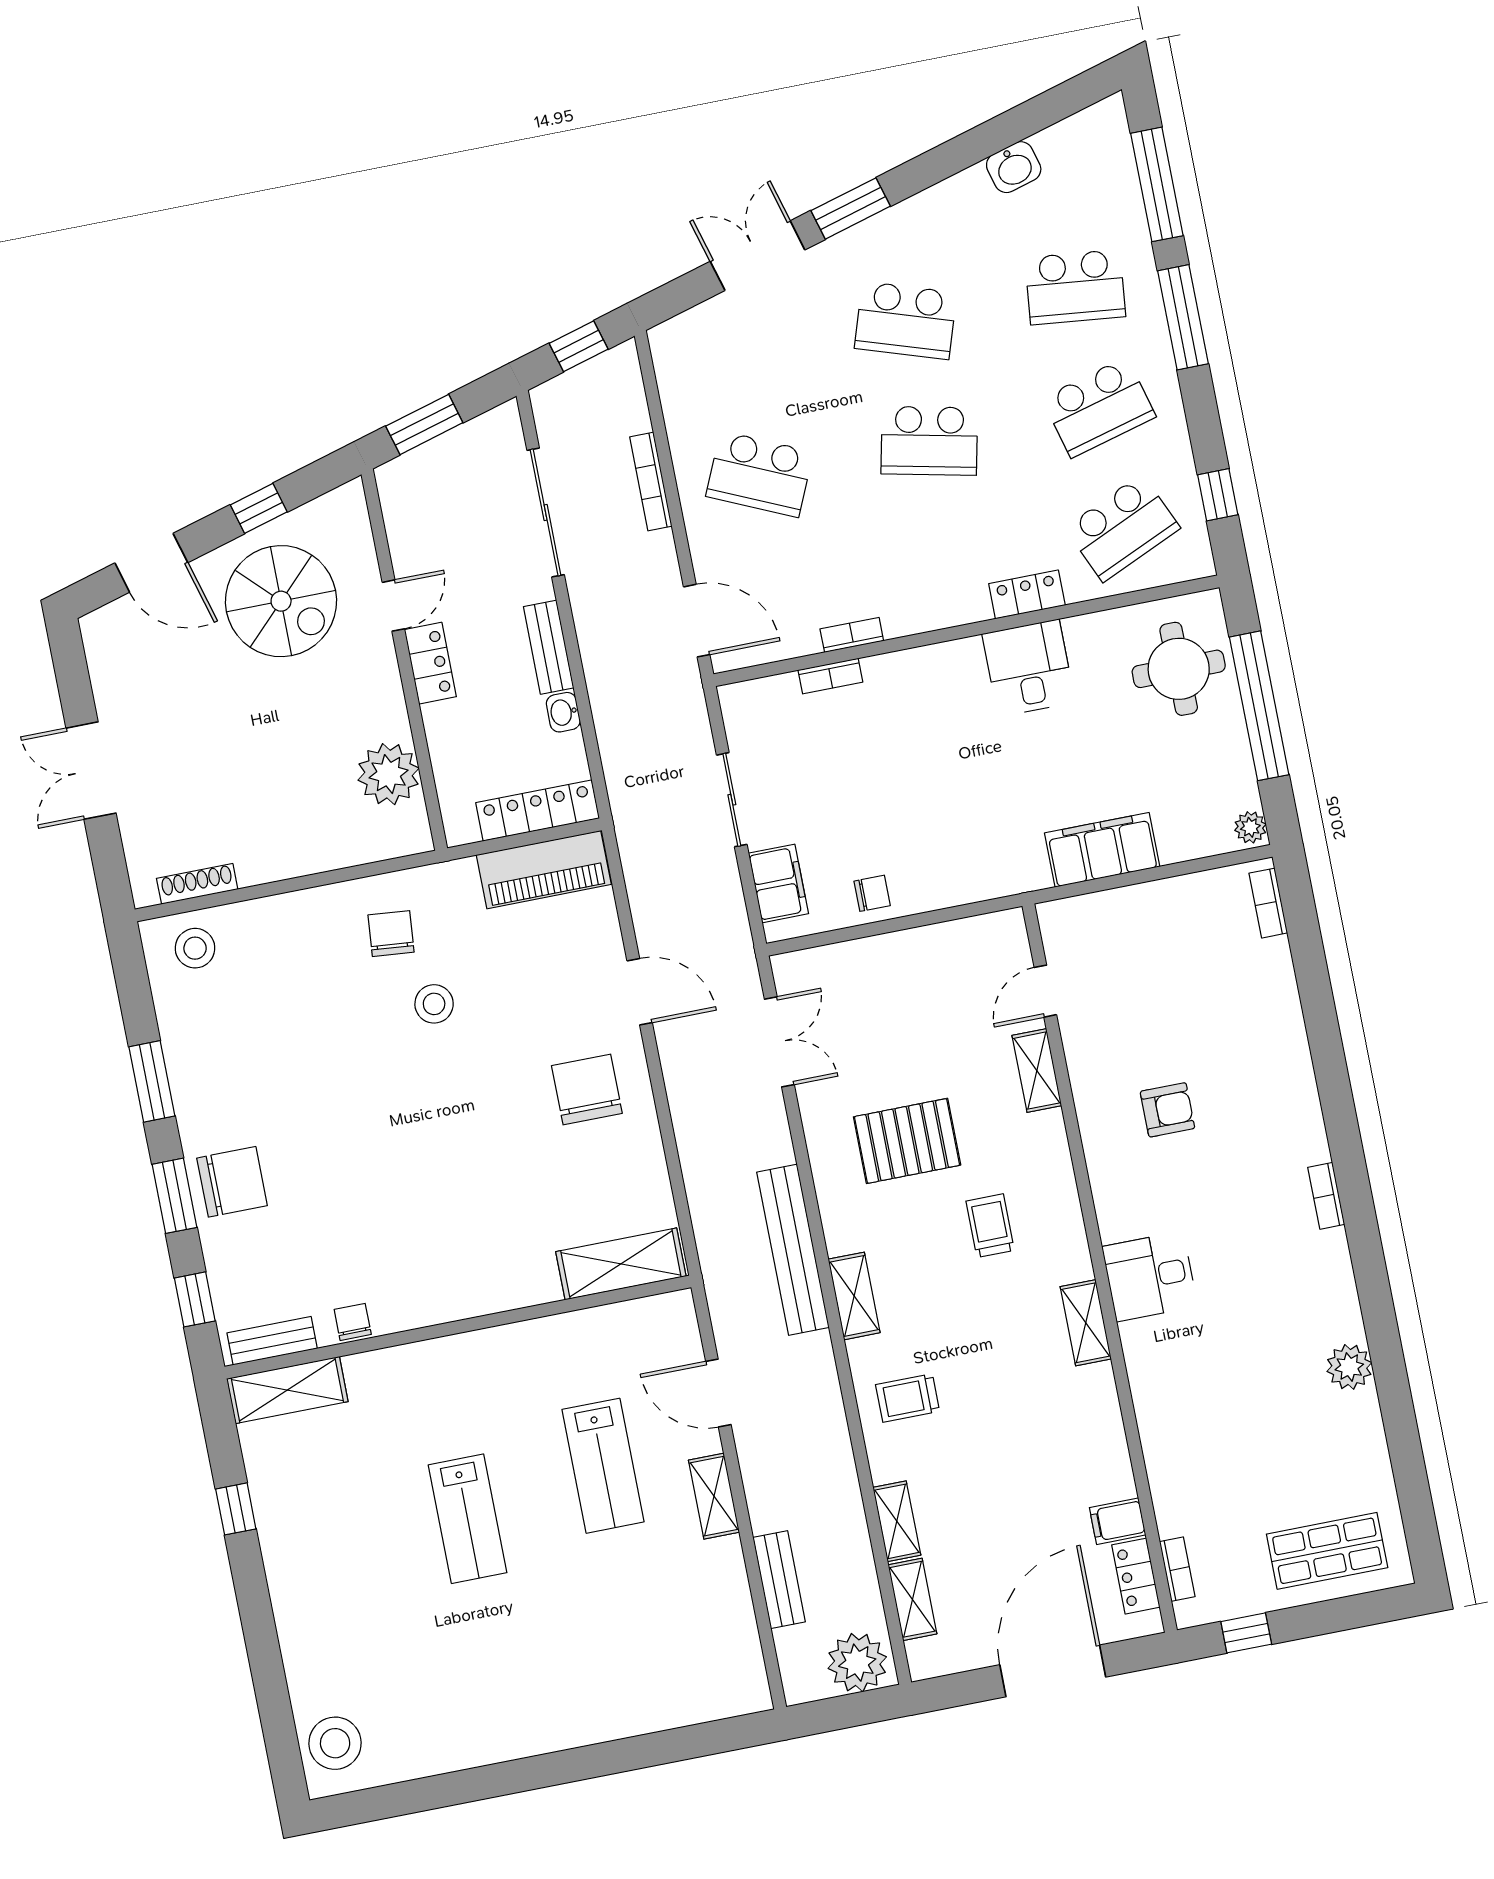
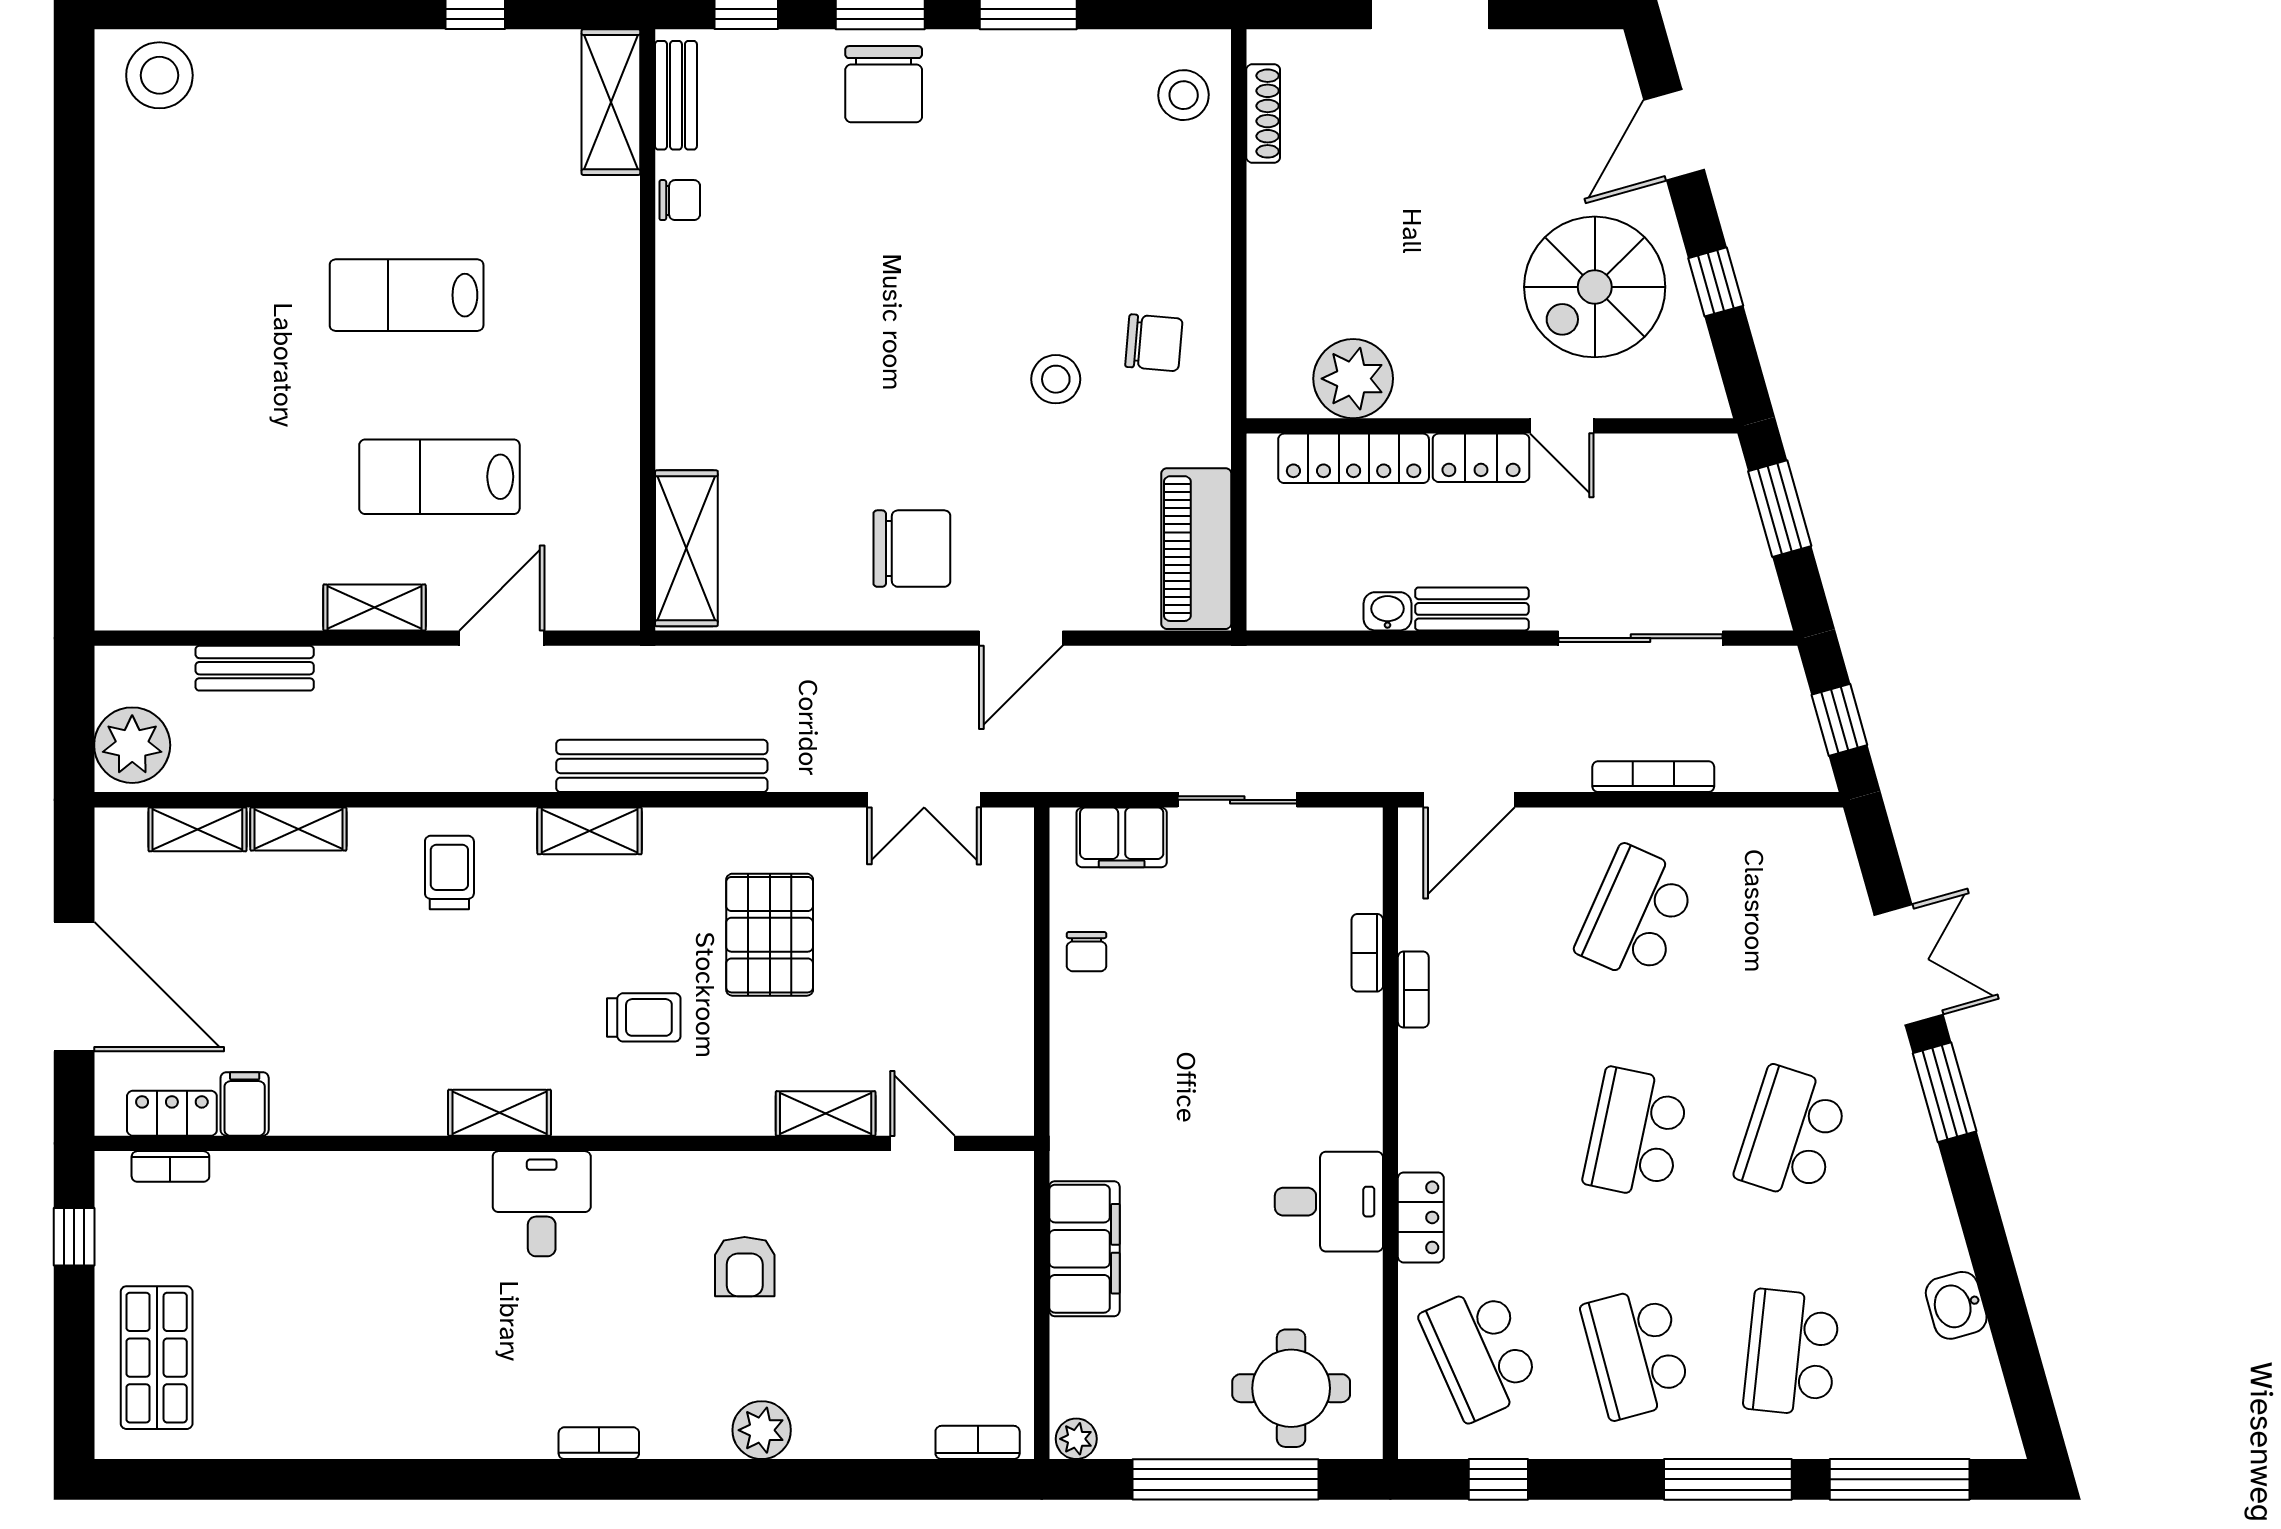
locker: (538, 811) -> (1354, 458), moved, turned 90
plant: (1349, 1367) -> (762, 1430), moved

